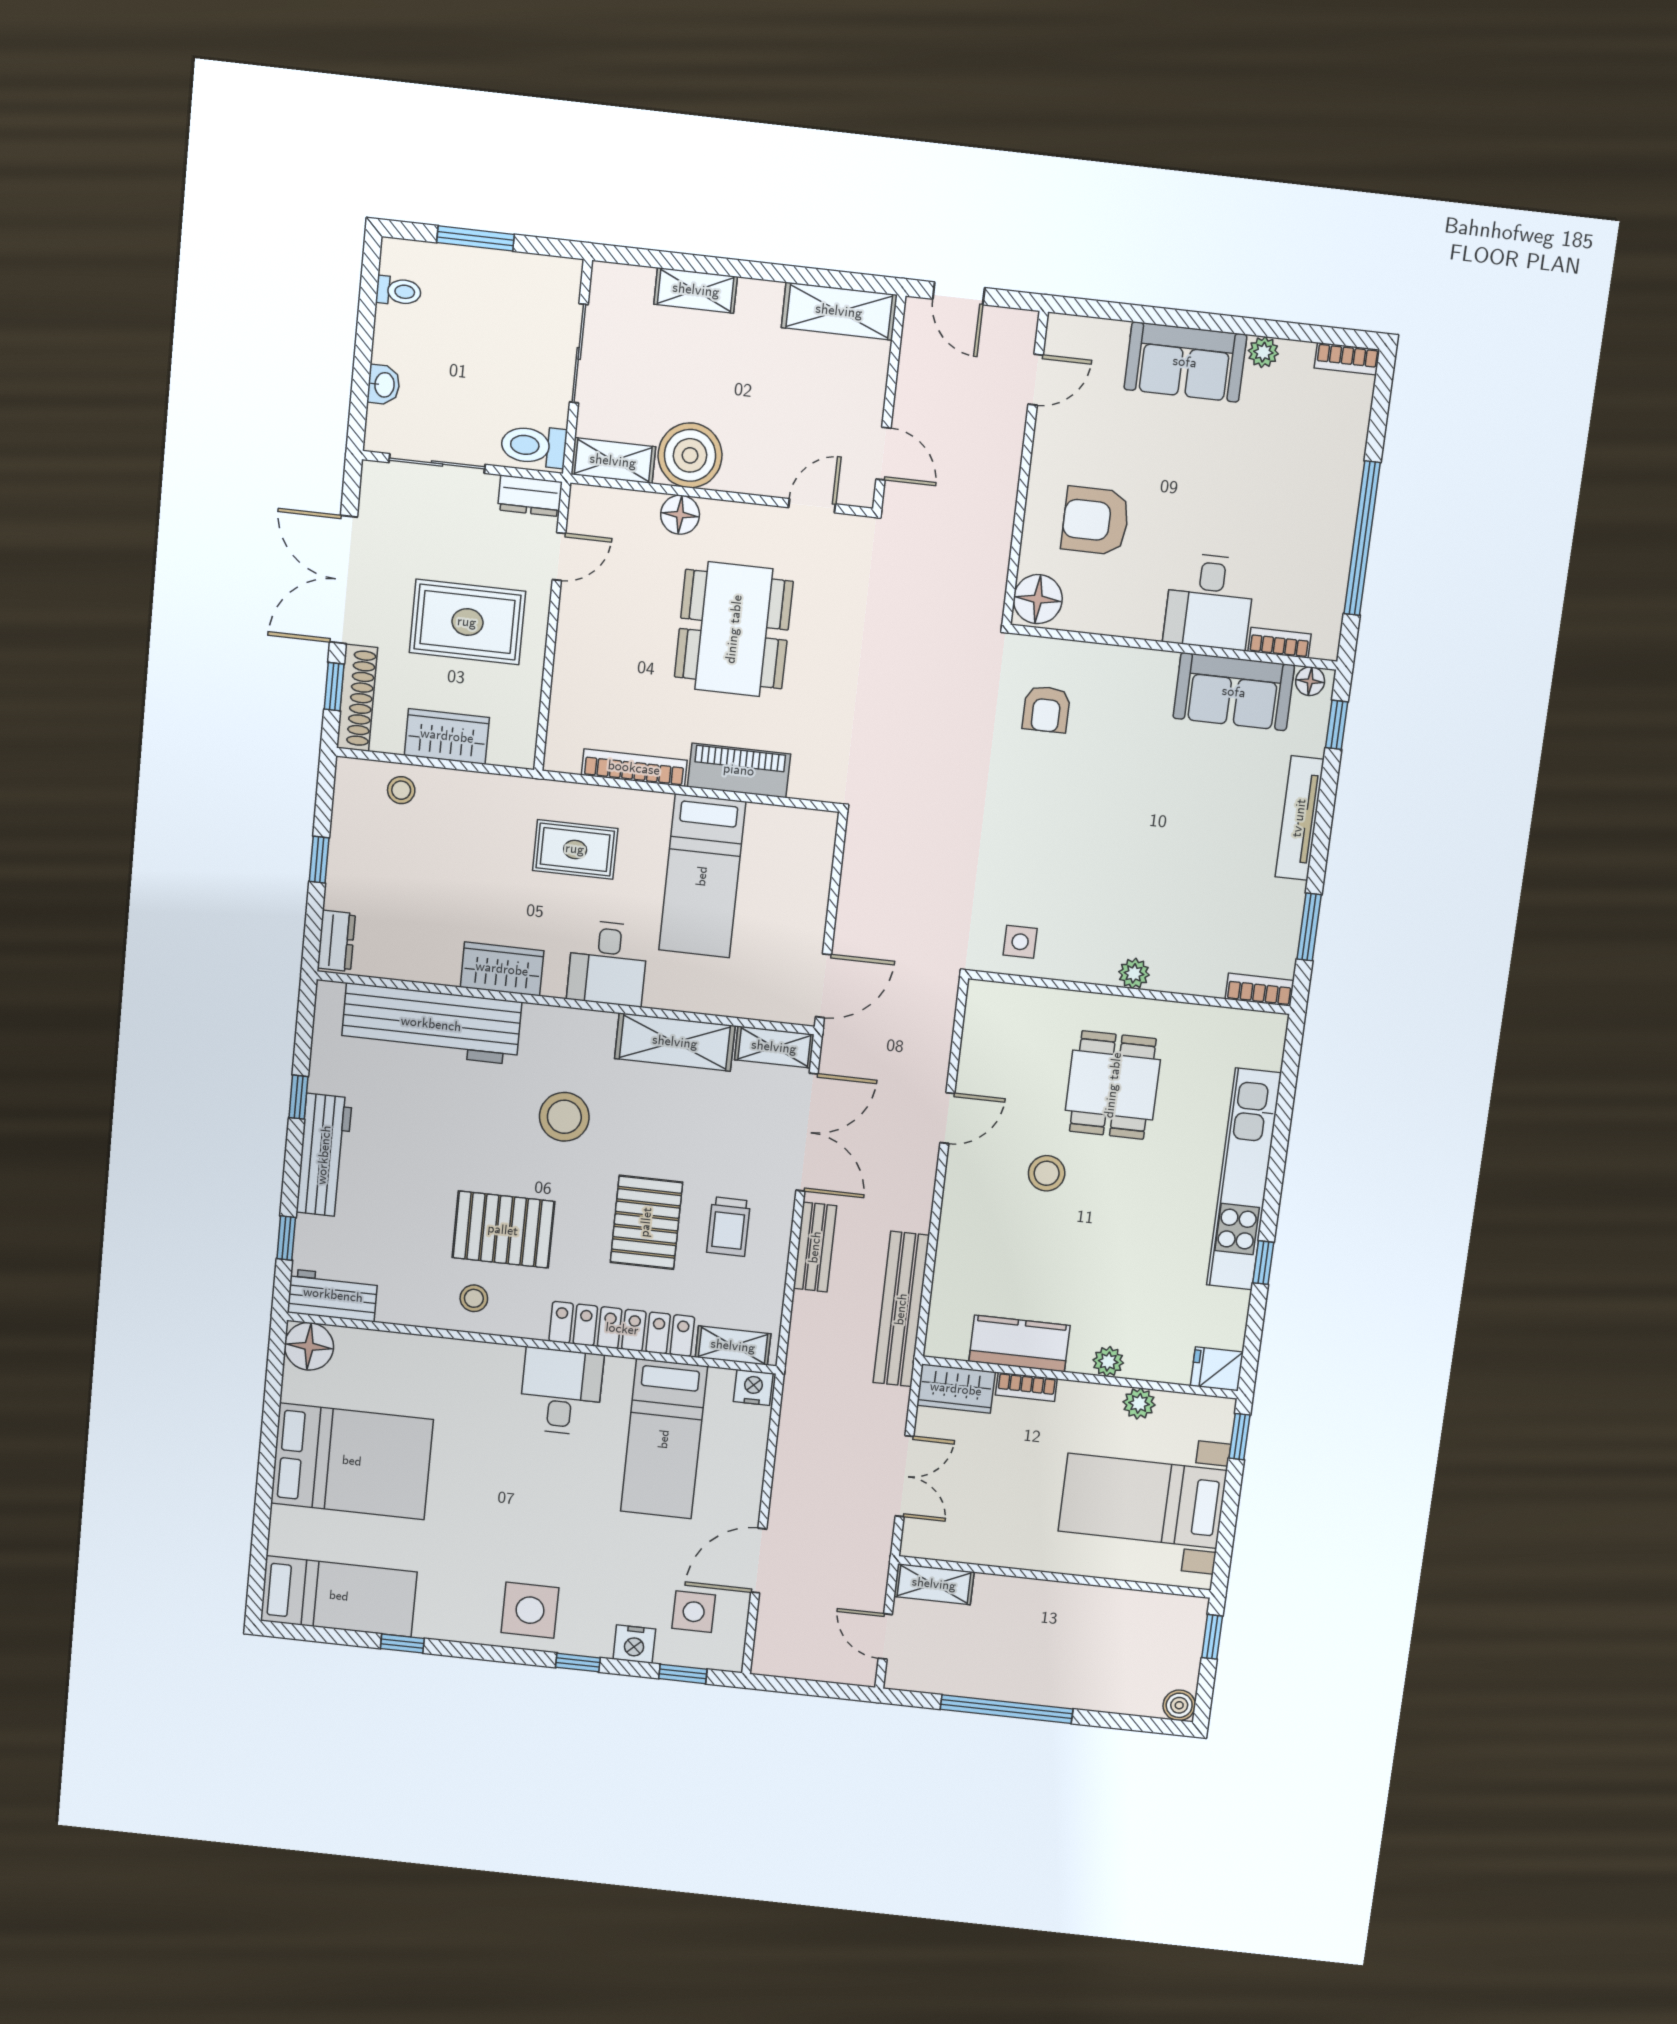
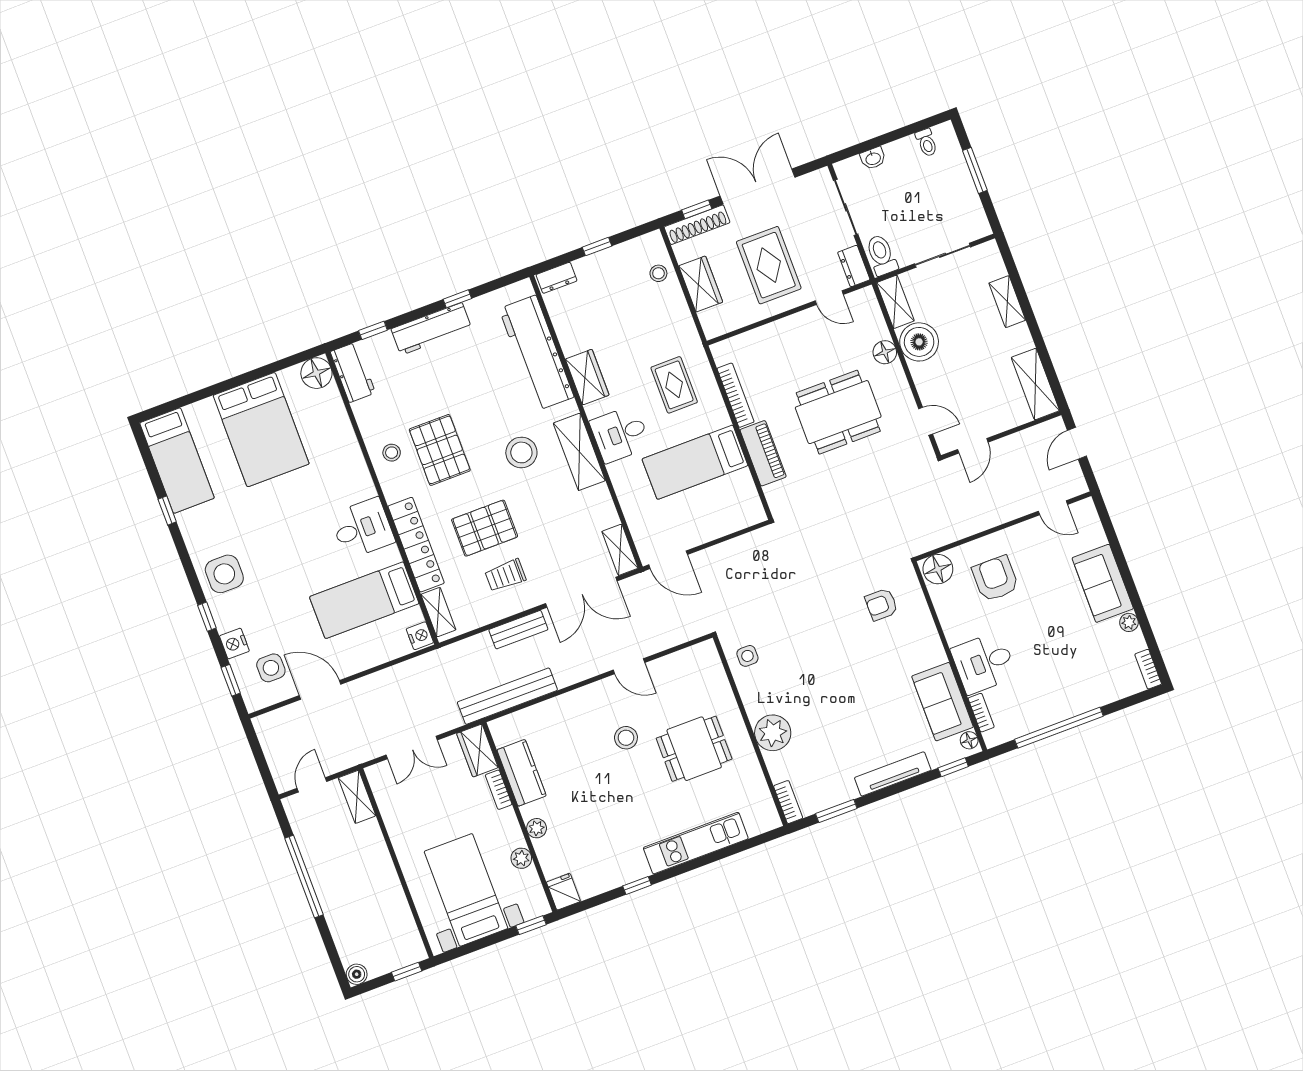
plant: (1134, 973) -> (773, 733), width x1.88, depth x1.88
shelving: (675, 1042) -> (579, 452), moved
kitchen unit: (1244, 1179) -> (696, 843), width x0.73

